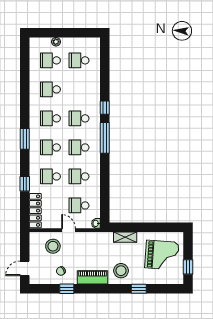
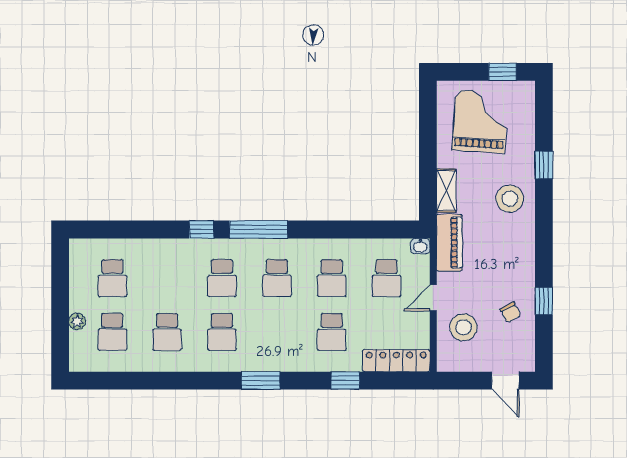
school desk: (50, 147) -> (277, 332), removed
piano: (92, 277) -> (449, 243), moved, turned 180

